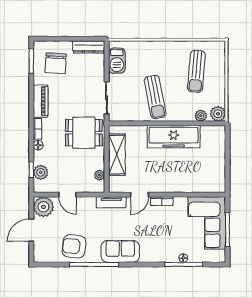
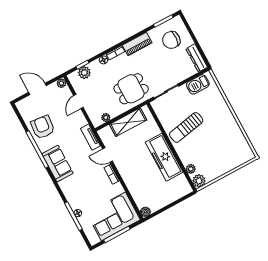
sun lounger: (196, 71) -> (222, 148), removed
dining table: (84, 133) -> (131, 89), turned 90
boiler: (220, 187) -> (145, 212), added
plant: (43, 207) -> (61, 83), width x0.53, depth x0.53

